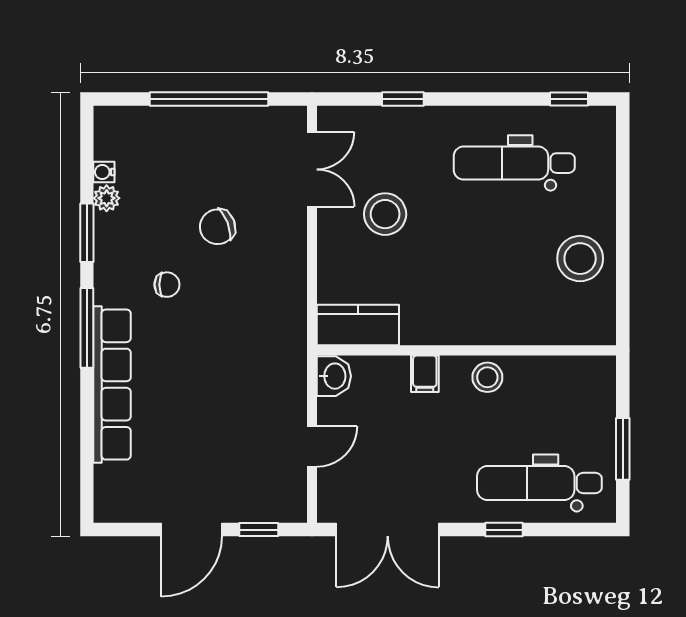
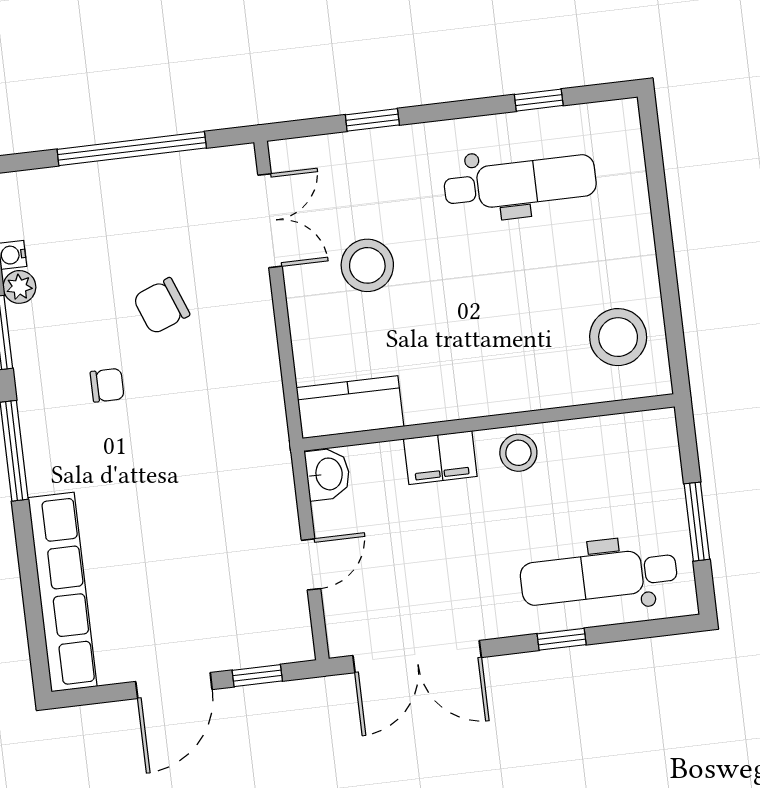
window: (569, 99) -> (539, 100), moved
dental chair: (514, 163) -> (520, 183), turned 180
stool: (580, 259) -> (618, 337), moved
filing cabinet: (425, 374) -> (440, 458), width x2.00
row of seats: (112, 385) -> (63, 592), moved

